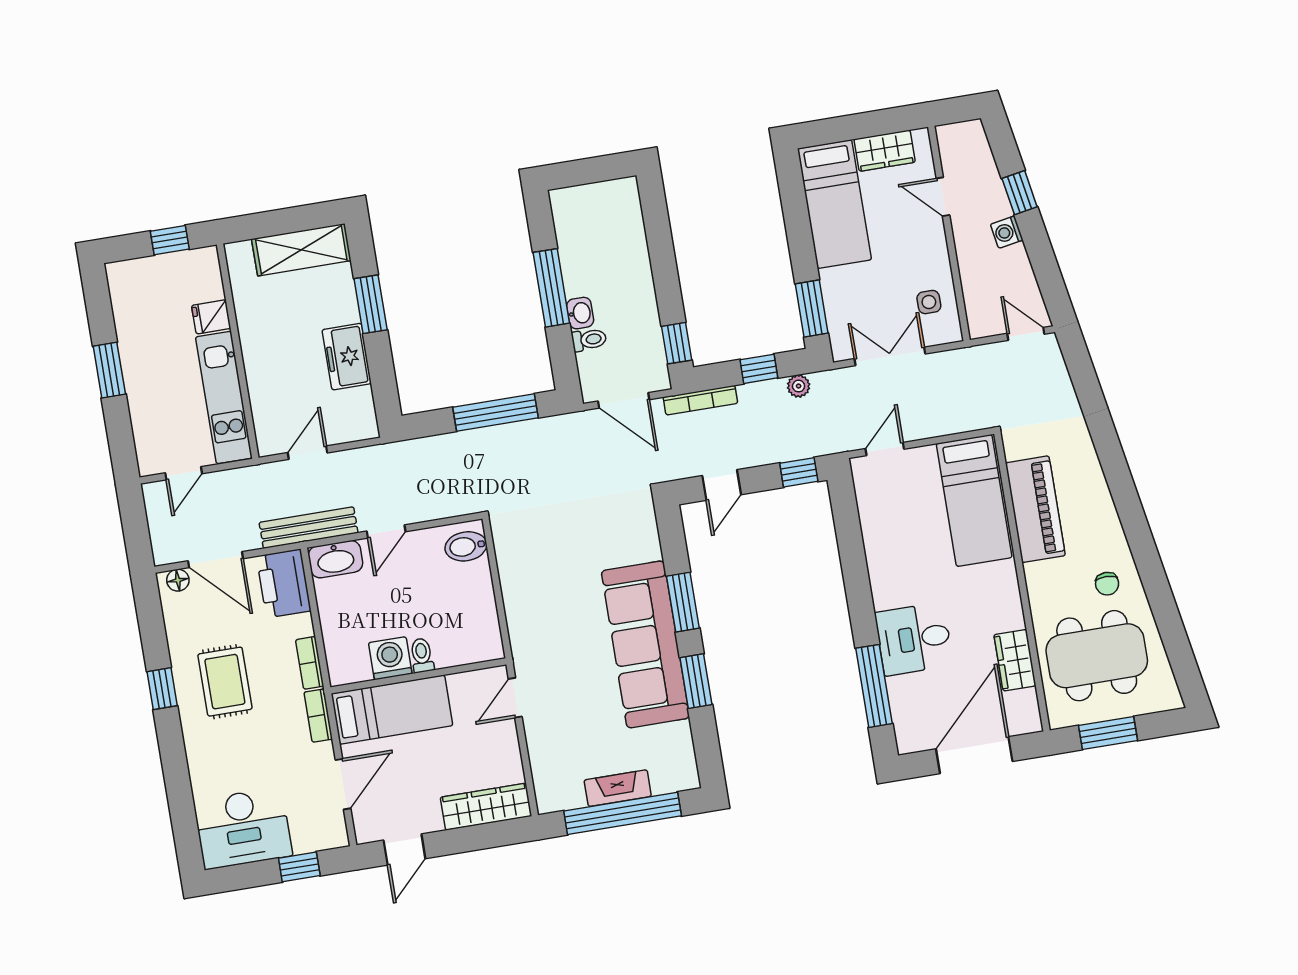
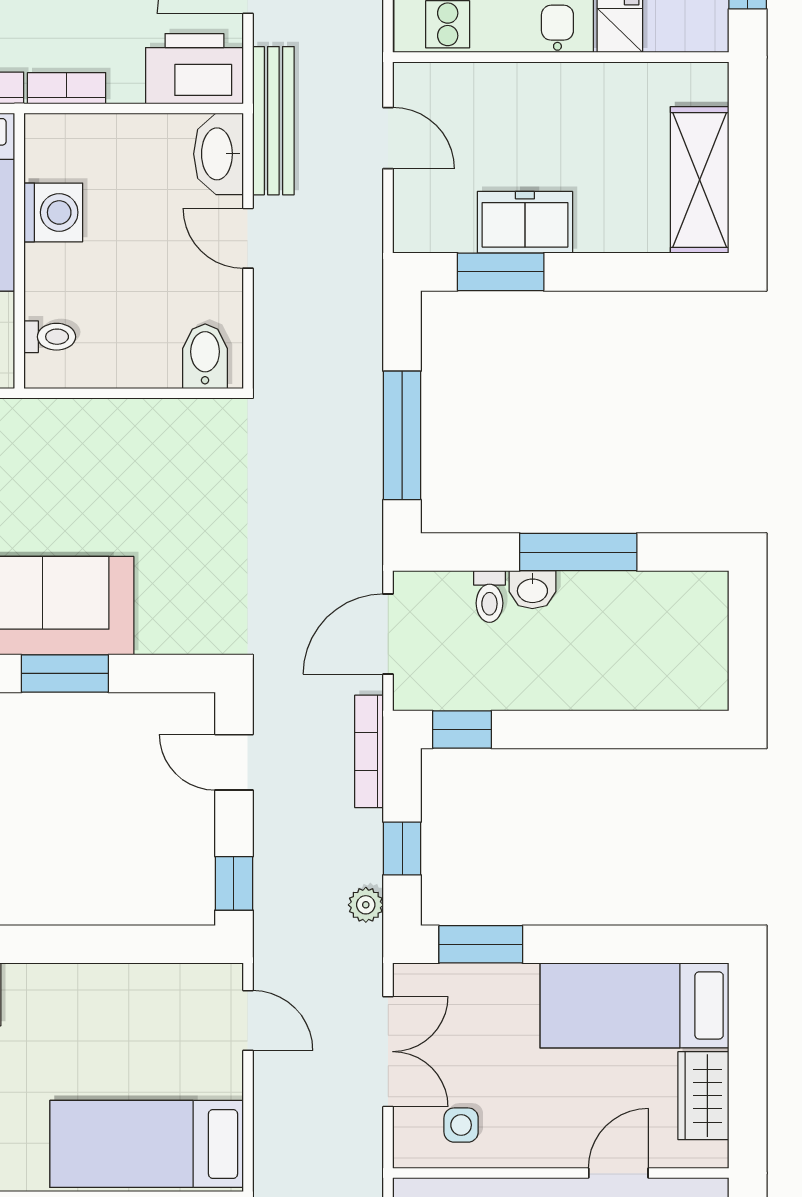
window: (371, 304) -> (501, 272), moved
toilet: (422, 655) -> (50, 337), moved

